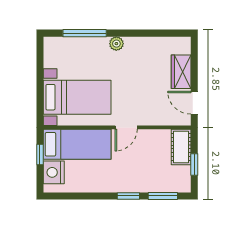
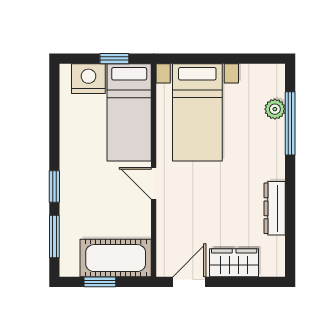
plant: (116, 44) -> (275, 109), moved
dresser: (143, 44) -> (275, 208), added
cot: (181, 147) -> (116, 258), width x1.37, depth x1.34

